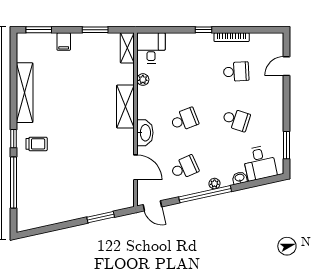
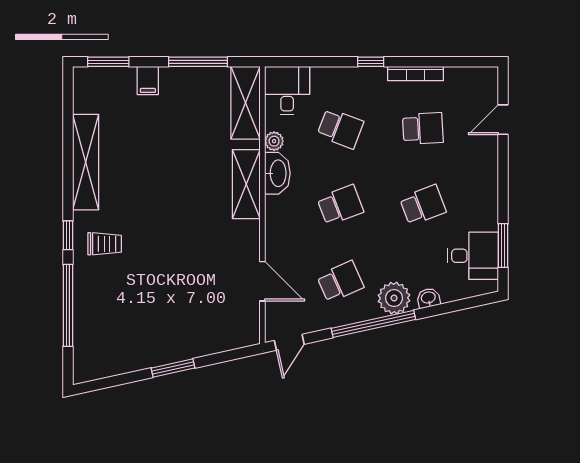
window: (95, 30) -> (198, 62), width x1.44
shelving: (127, 48) -> (246, 103), width x1.50, depth x1.33
school desk: (184, 72) -> (340, 128), added
school desk: (236, 120) -> (423, 205), turned -39
washbasin: (145, 133) -> (277, 173), moved
desk: (260, 163) -> (473, 256), moved, turned -78
plant: (214, 184) -> (394, 298), width x1.87, depth x1.87
door: (152, 206) -> (289, 342), hinge flipped
window: (101, 217) -> (173, 368), moved

